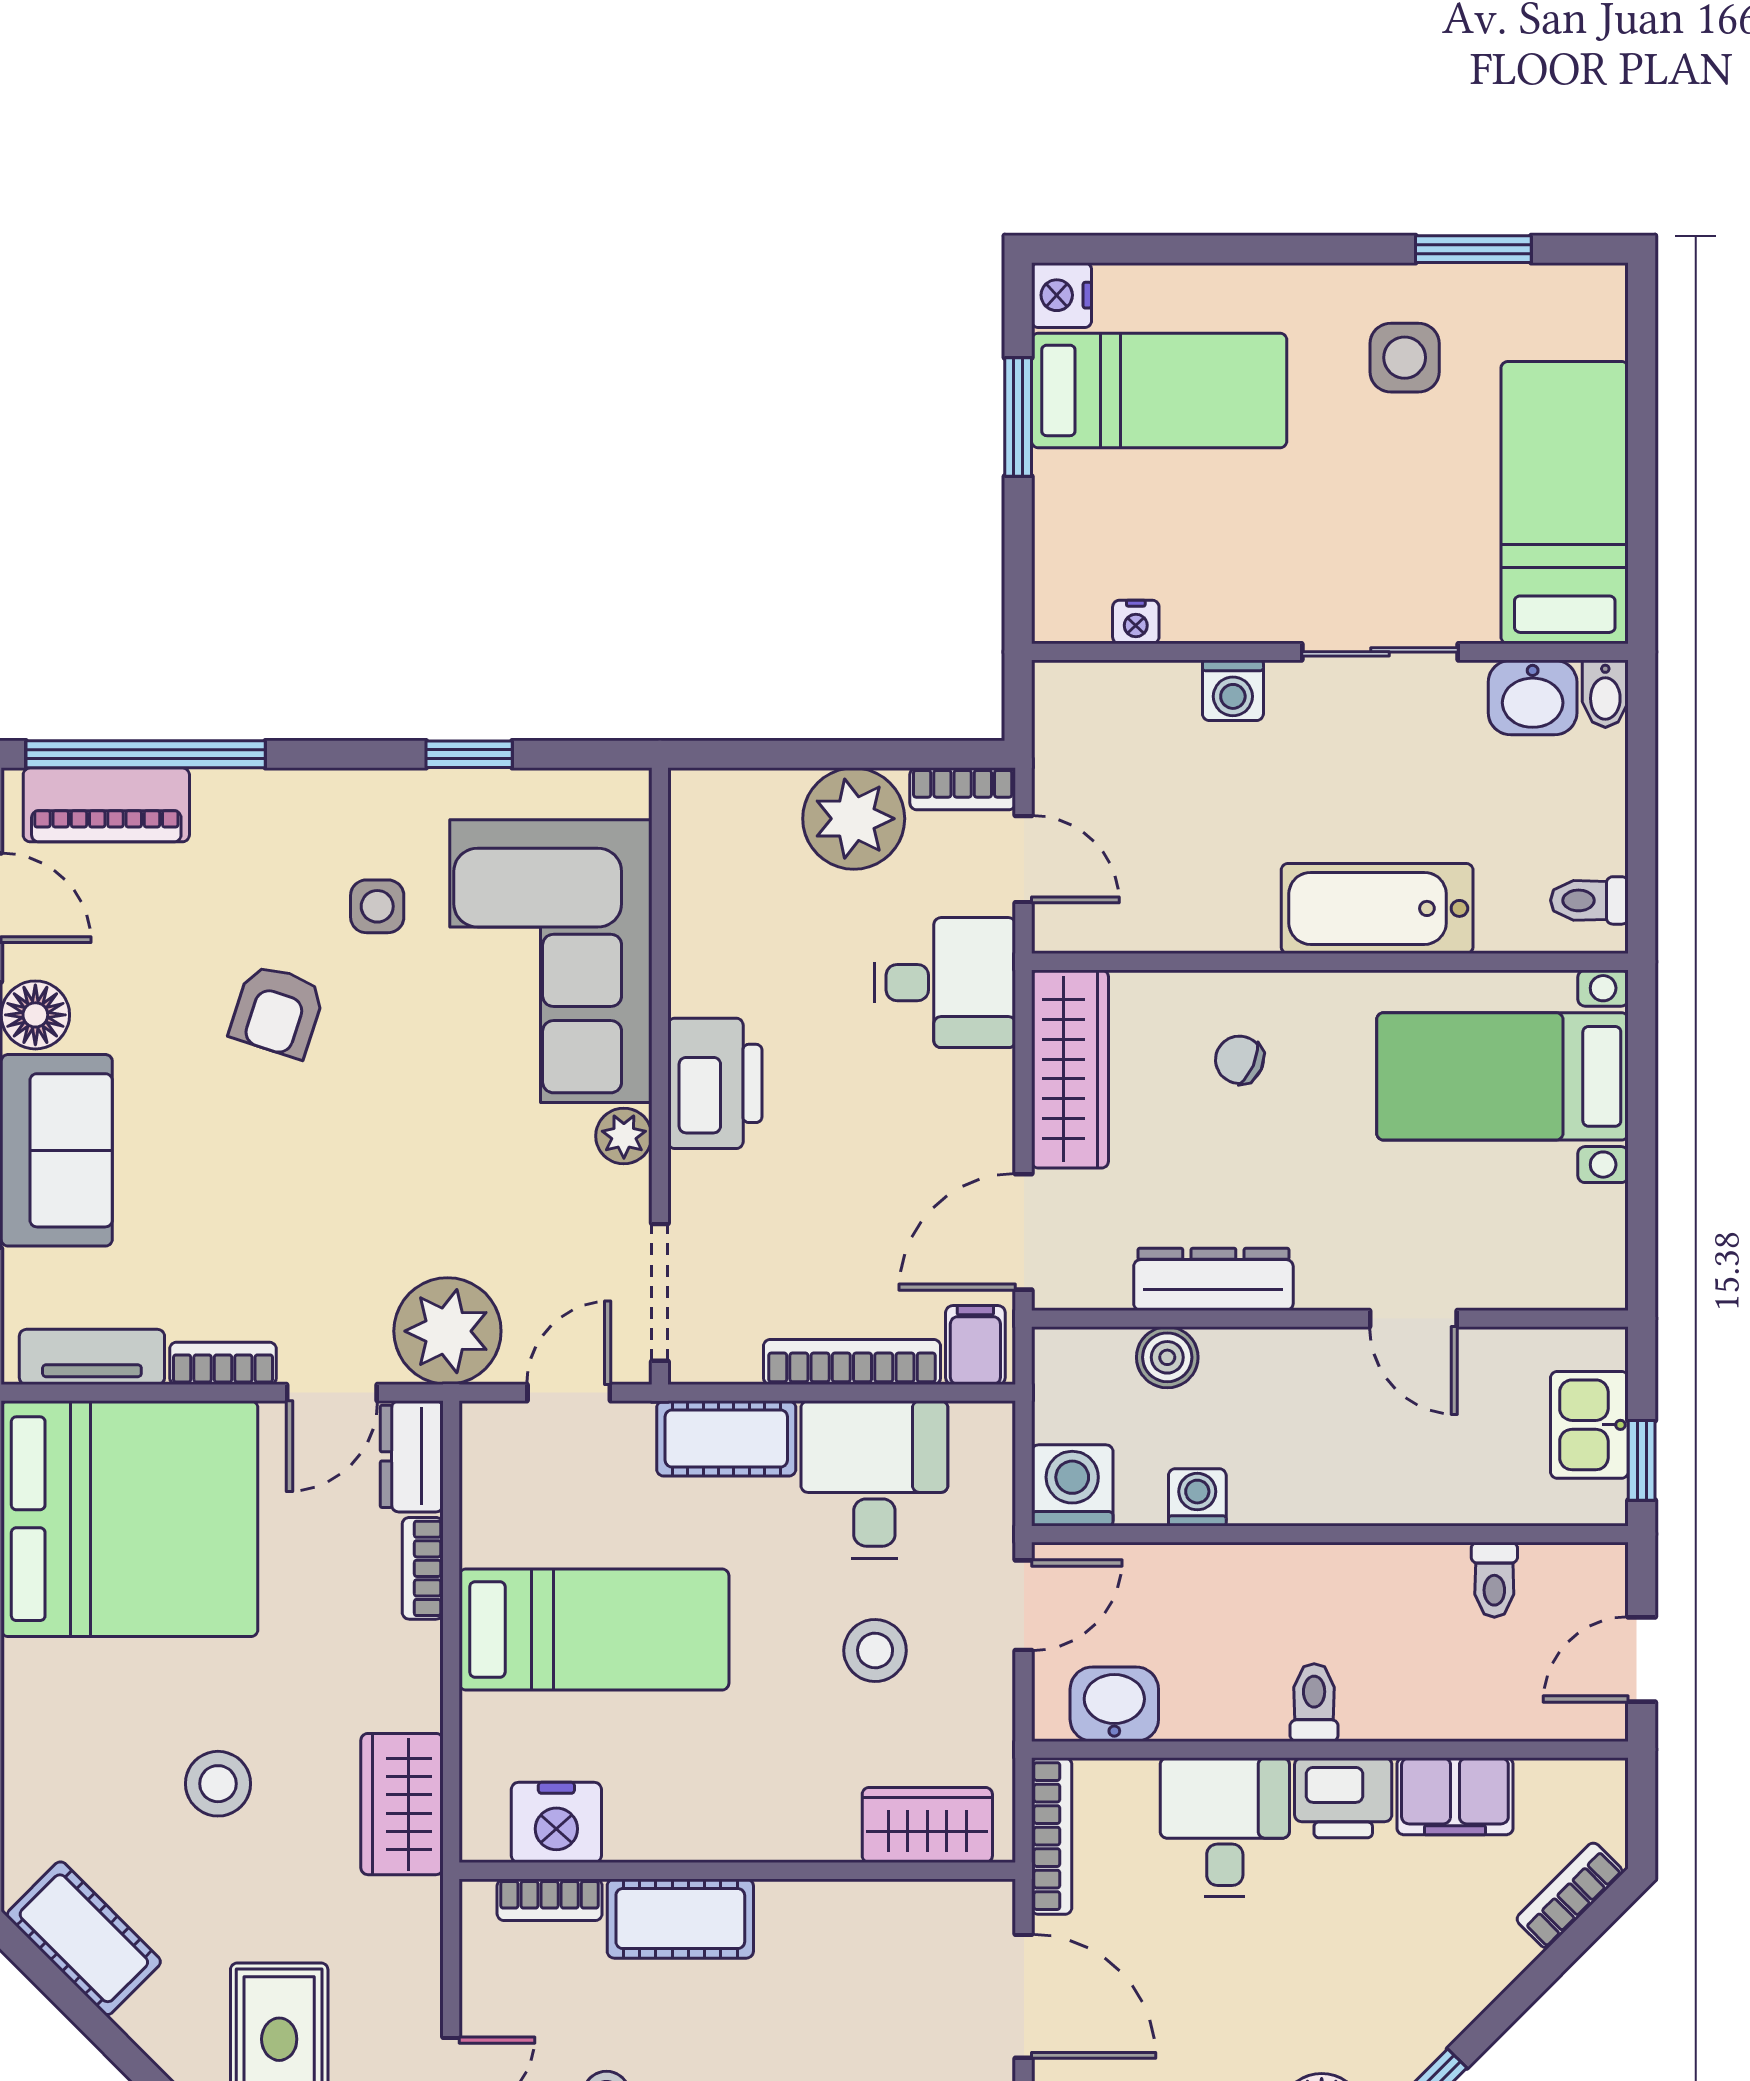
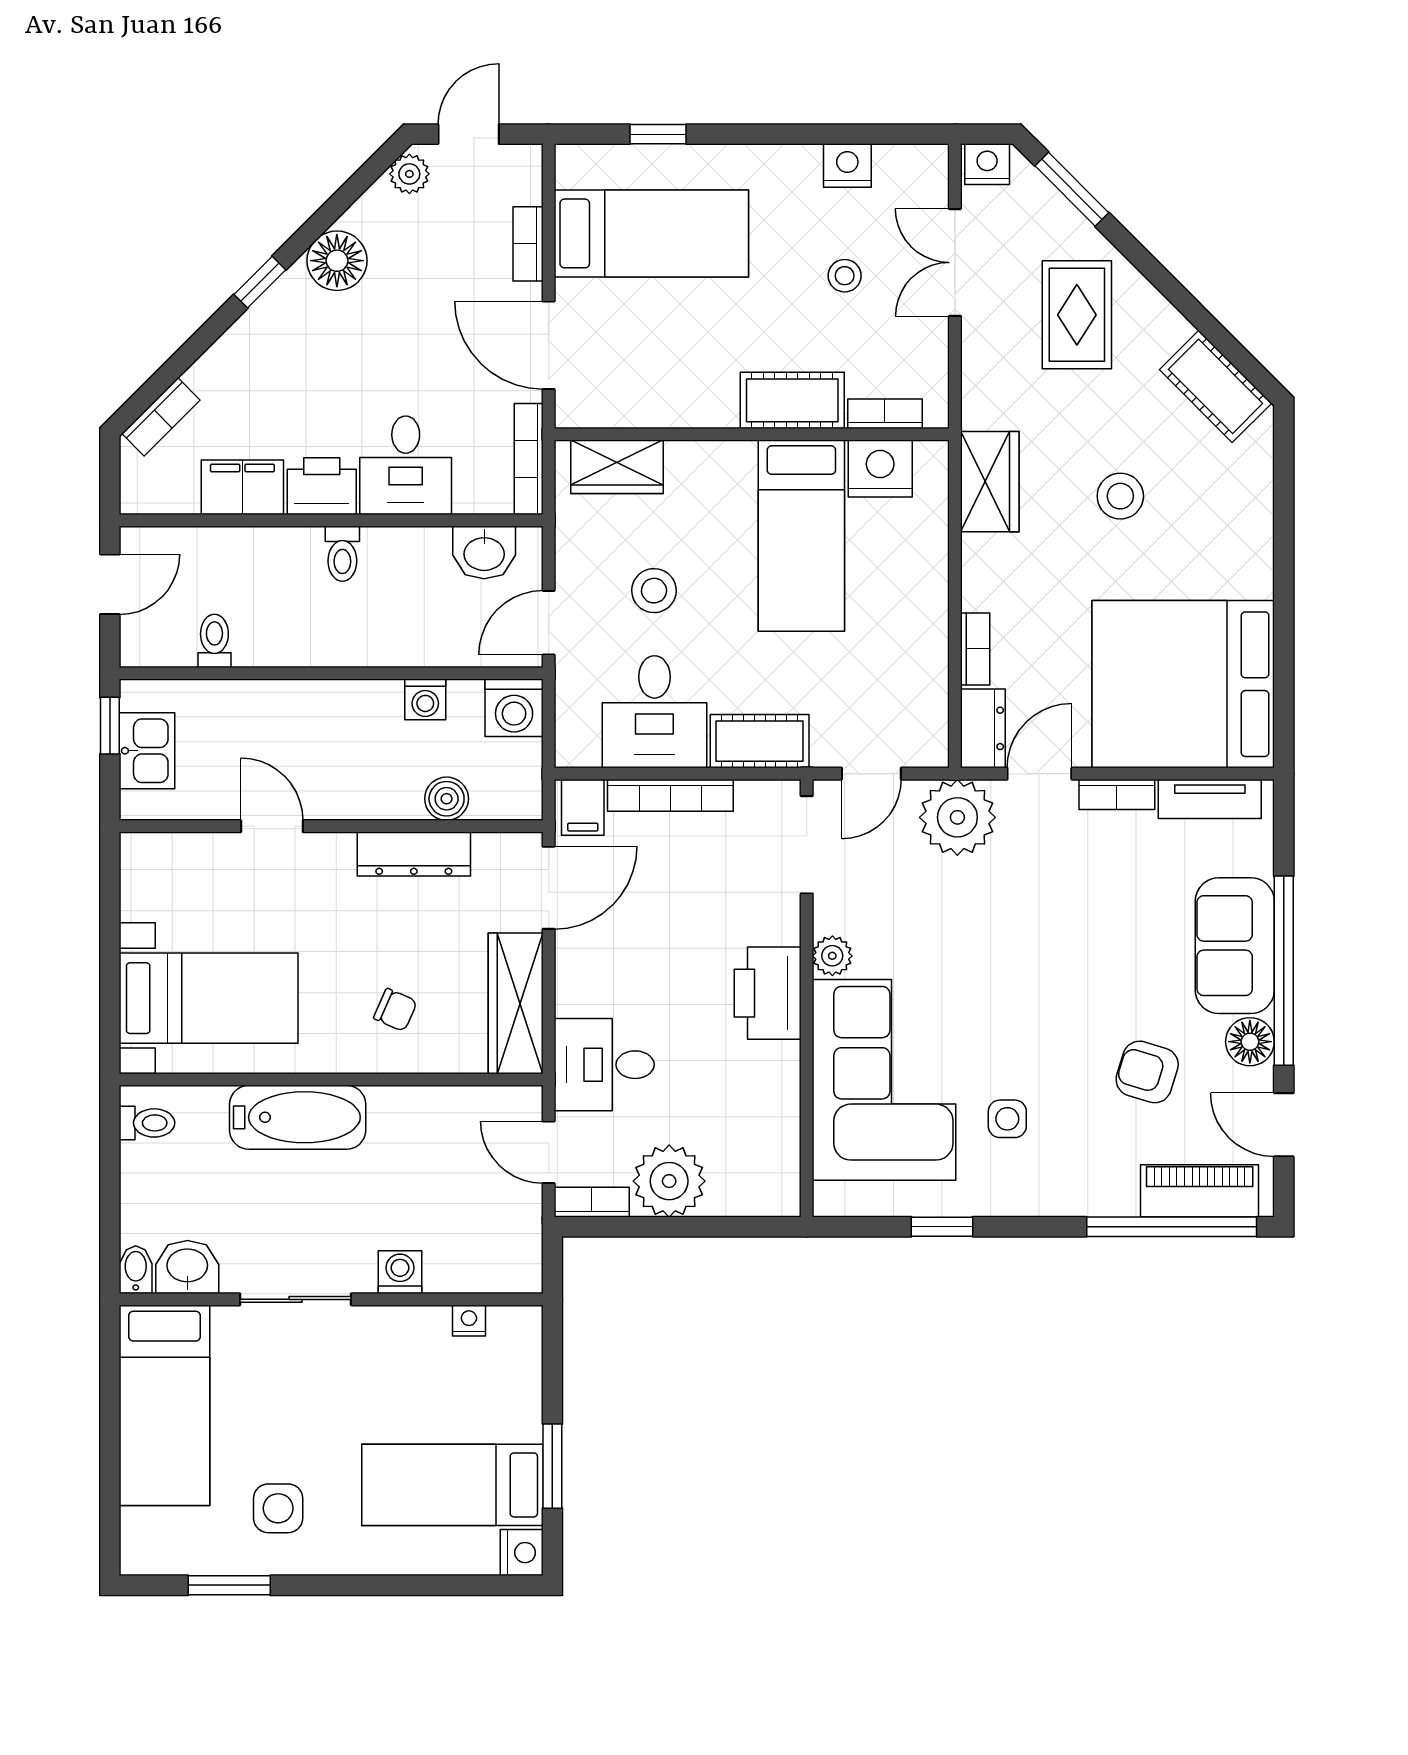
armchair: (277, 1011) -> (1147, 1072), moved, turned -91
bed: (594, 1629) -> (801, 536), moved, turned -90

